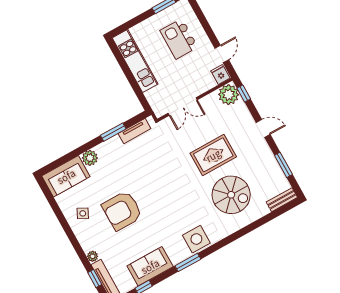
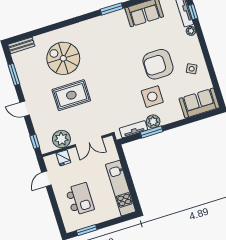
fridge: (220, 74) -> (63, 158), moved
plant: (229, 95) -> (61, 139), moved
double door: (183, 107) -> (89, 141), swing flipped
plant: (90, 158) -> (153, 121), moved
armchair: (122, 211) -> (158, 64), turned 180
side table: (196, 239) -> (152, 97), moved

